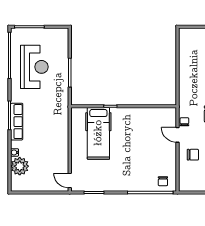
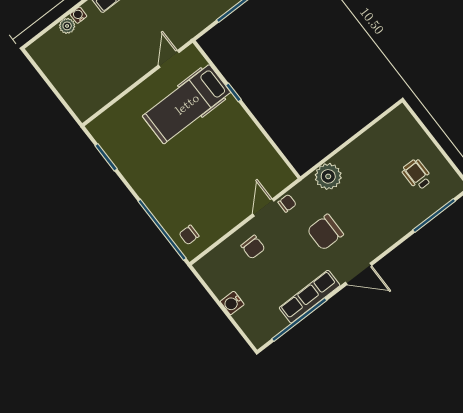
plant: (187, 92) -> (328, 176), added
plant: (20, 166) -> (67, 26), width x0.53, depth x0.53
door: (70, 181) -> (169, 59), moved

